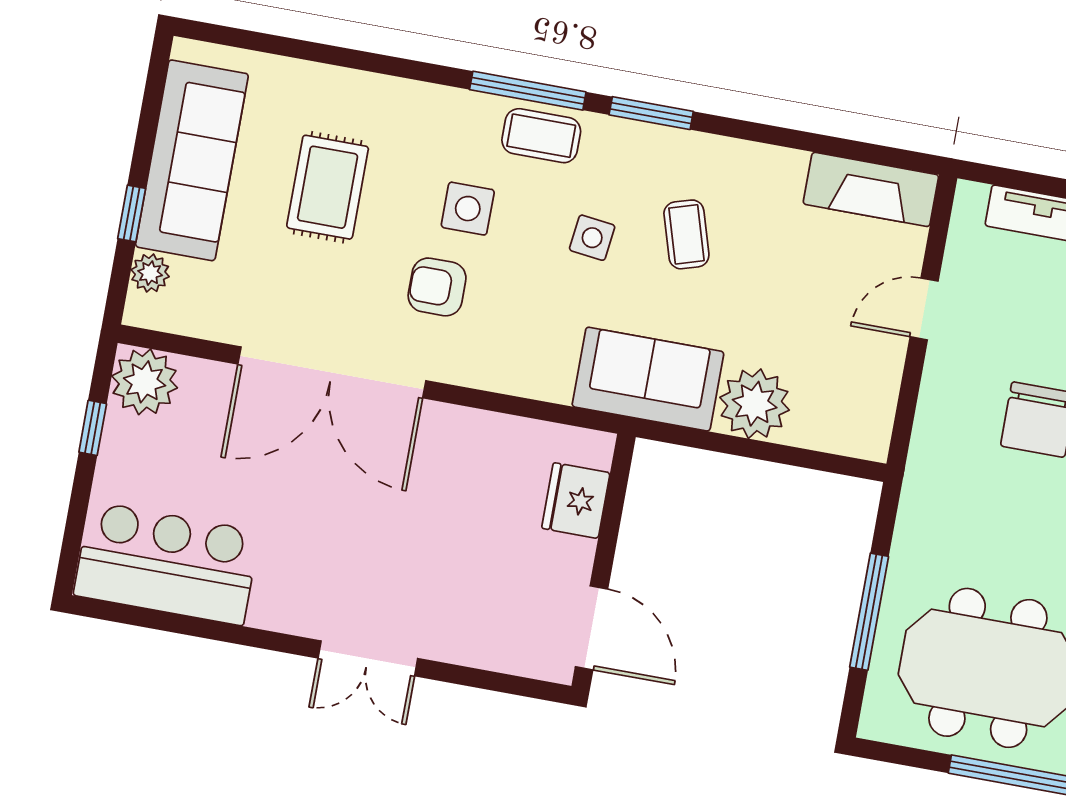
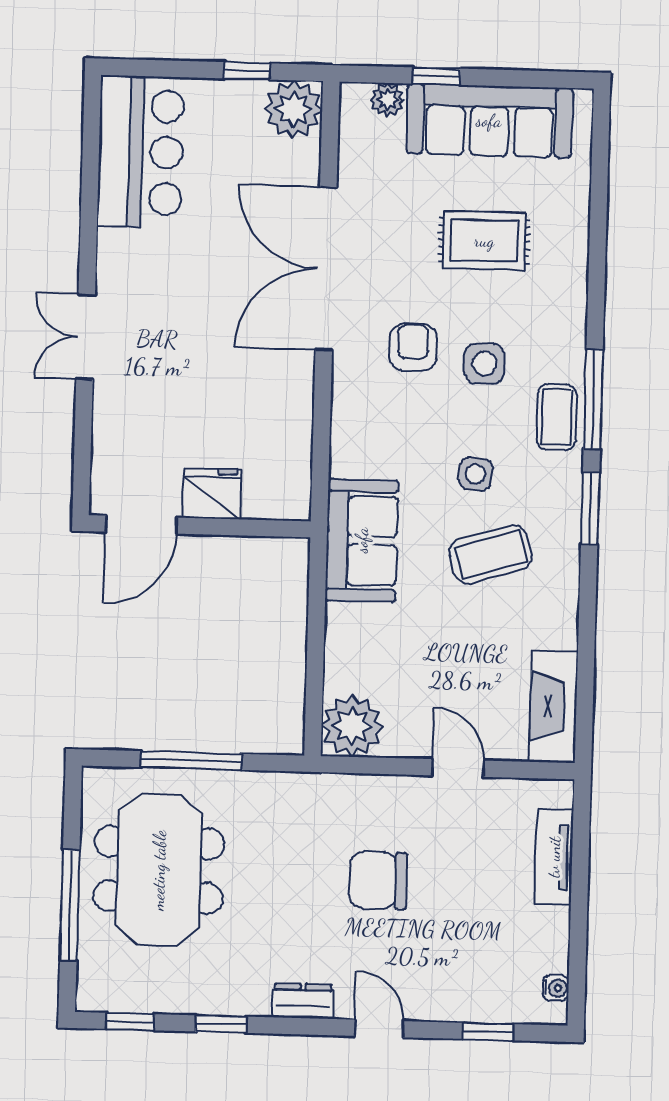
coffee table: (686, 234) -> (491, 554), width x1.36, depth x1.30
plant: (755, 404) -> (352, 726), moved
fridge: (576, 501) -> (212, 494), moved

